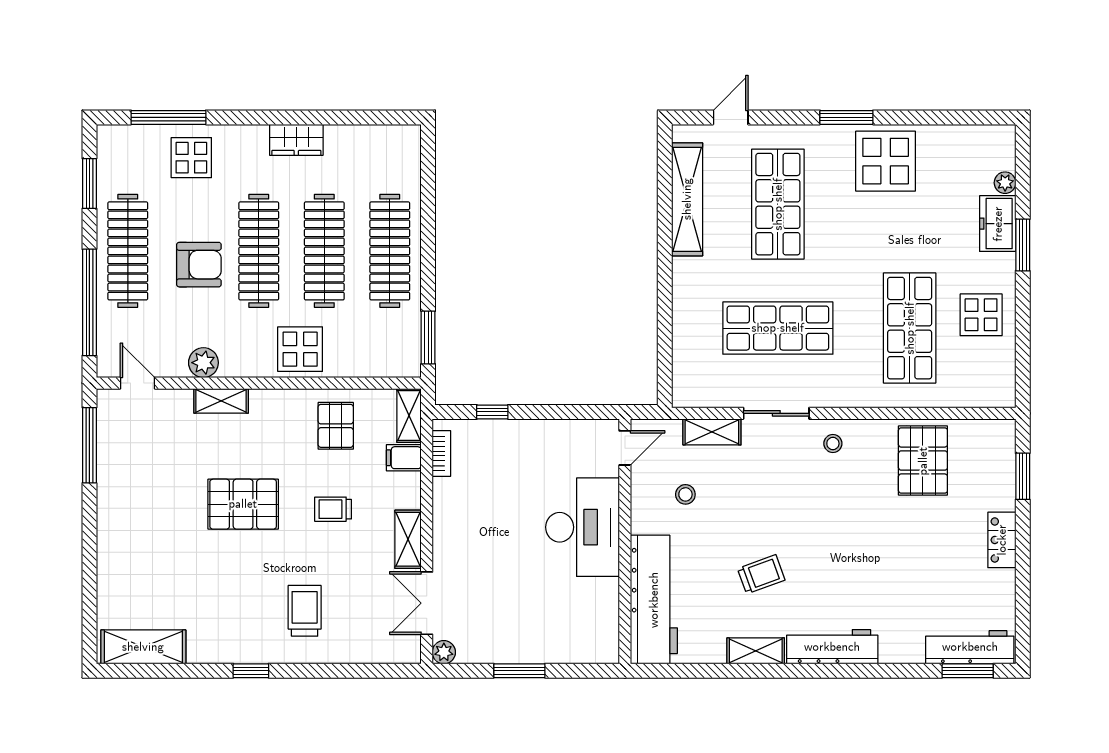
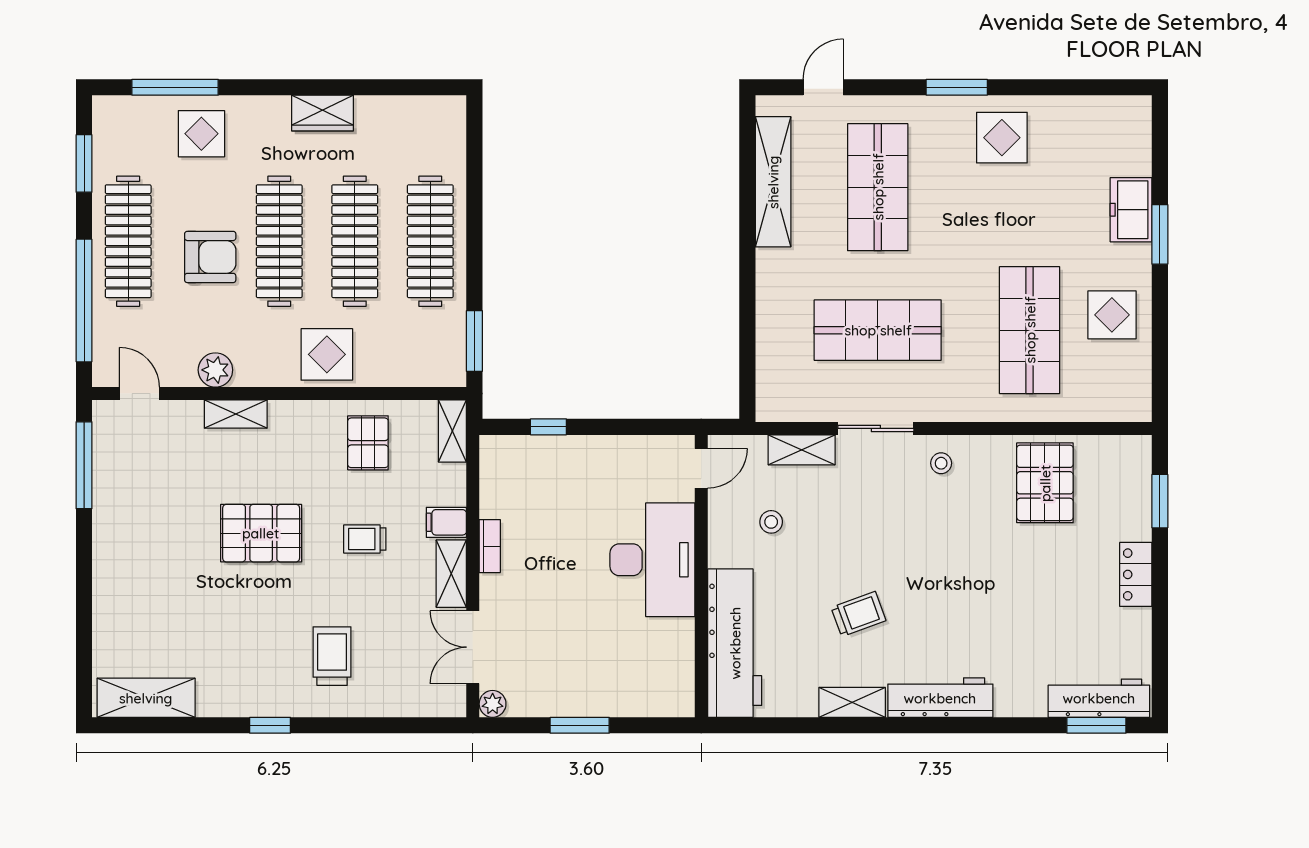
display table: (886, 161) -> (1002, 138), width x0.73, depth x0.73
plant: (1005, 183) -> (1140, 163), removed
bookcase: (441, 454) -> (490, 546), moved
filing cabinet: (404, 458) -> (446, 522), moved

